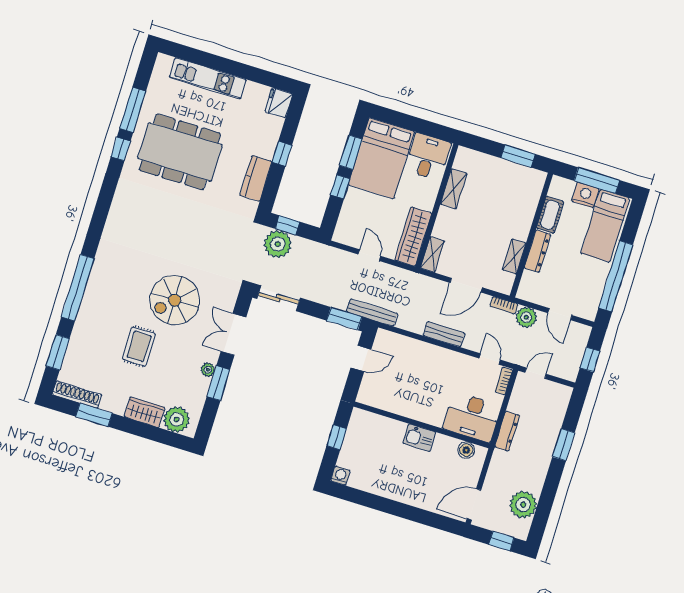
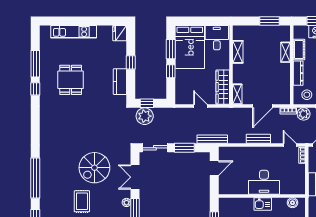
dining table: (180, 152) -> (71, 80), width x0.53, depth x0.80
shelving: (514, 256) -> (285, 52), moved
stool: (541, 289) -> (307, 95), added
window: (344, 319) -> (184, 148), moved
desk: (472, 417) -> (264, 182), moved

